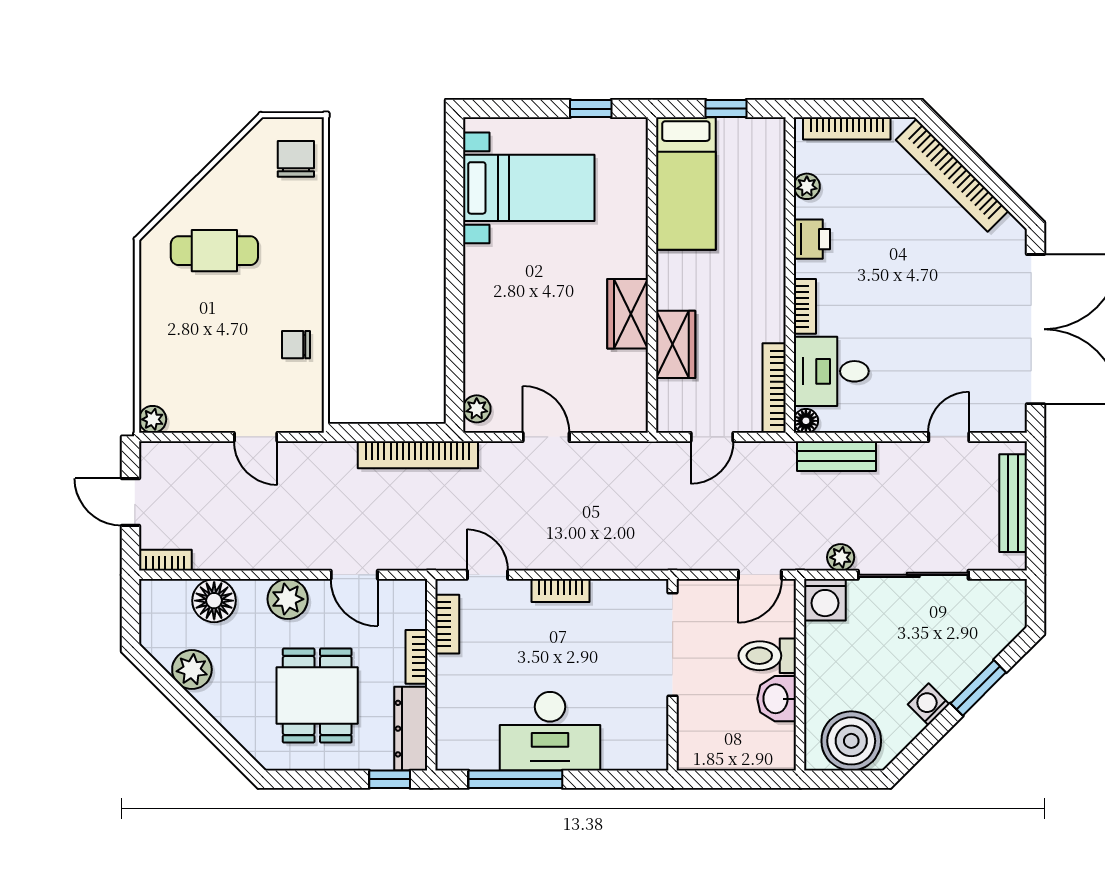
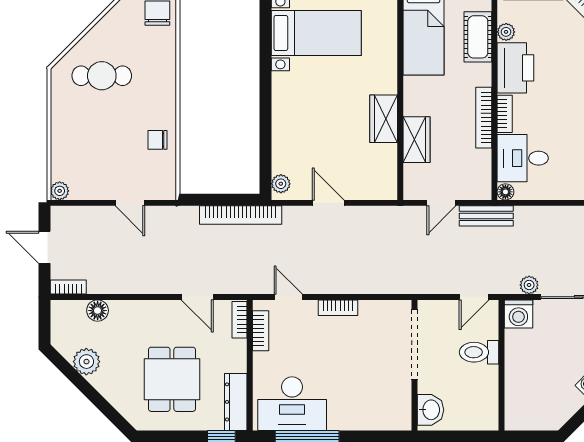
cot: (765, 194) -> (478, 37), added
printer: (812, 239) -> (515, 68), width x1.87, depth x1.48
bookcase: (774, 388) -> (484, 118), moved
bench: (837, 456) -> (486, 216), moved
plant: (288, 599) -> (152, 313), removed
floor lamp: (214, 601) -> (98, 311), width x0.73, depth x0.73
bookcase: (416, 657) -> (240, 320), moved
washbasin: (777, 699) -> (430, 410), moved, turned 180
desk: (550, 731) -> (292, 404), moved
boiler: (851, 741) -> (536, 410), removed

